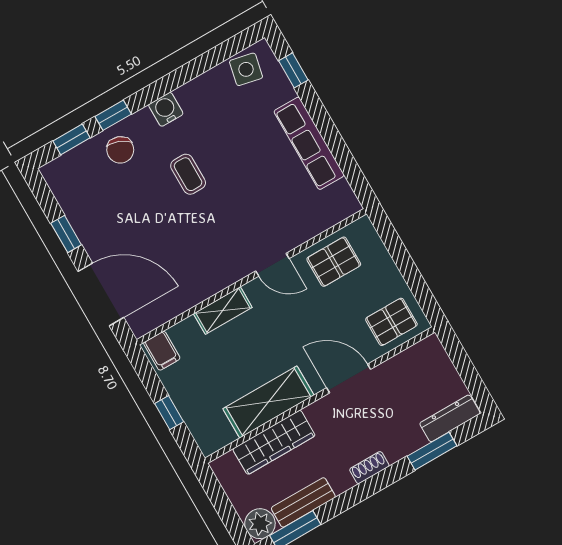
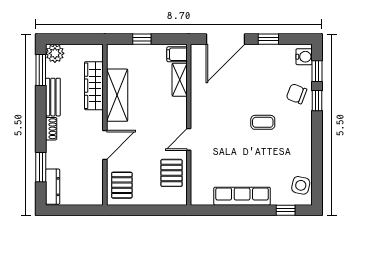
water cooler: (166, 109) -> (304, 57), moved
shelving: (223, 310) -> (180, 80), moved
bench: (303, 502) -> (53, 97), moved

